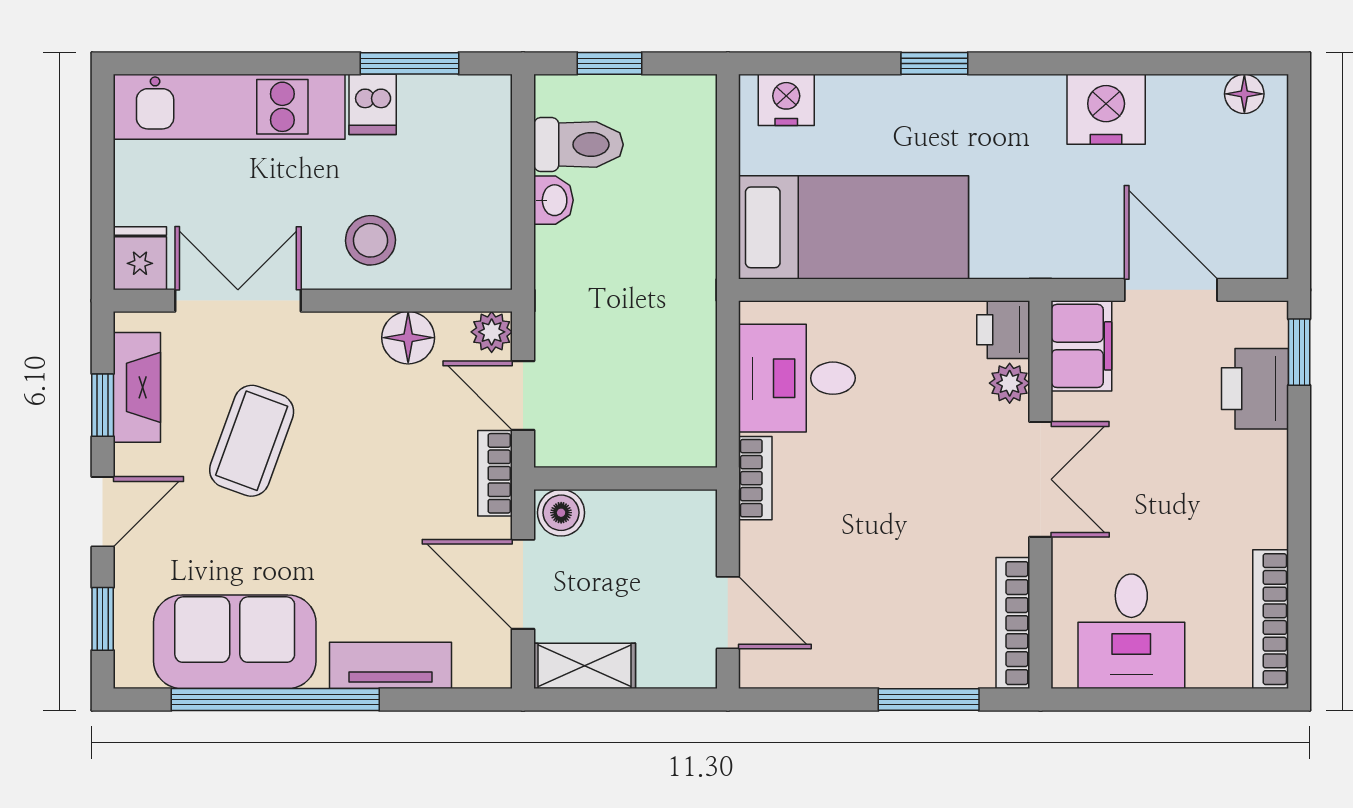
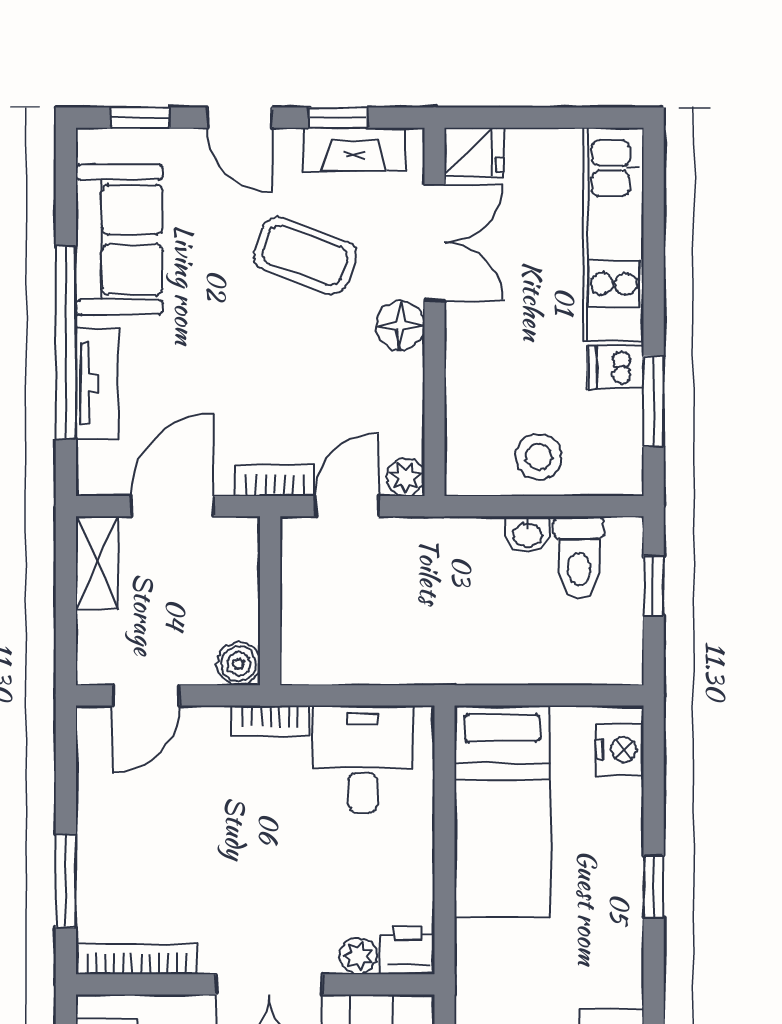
stool: (371, 240) -> (539, 457), moved
floor lamp: (408, 338) -> (400, 326), moved
boiler: (561, 513) -> (238, 664), moved
window: (275, 699) -> (66, 342), moved

